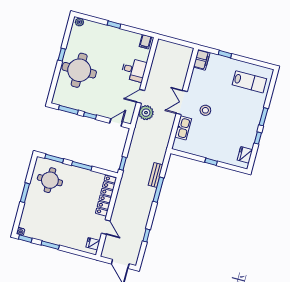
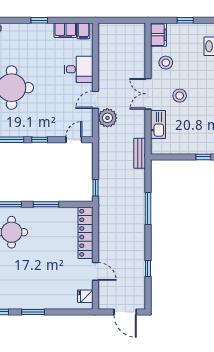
filing cabinet: (132, 37) -> (65, 30), added
stool: (202, 82) -> (166, 63), added
bench: (156, 175) -> (140, 153), moved

